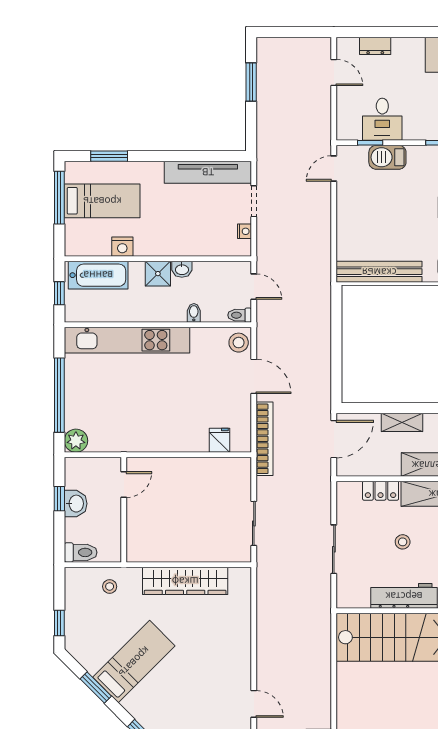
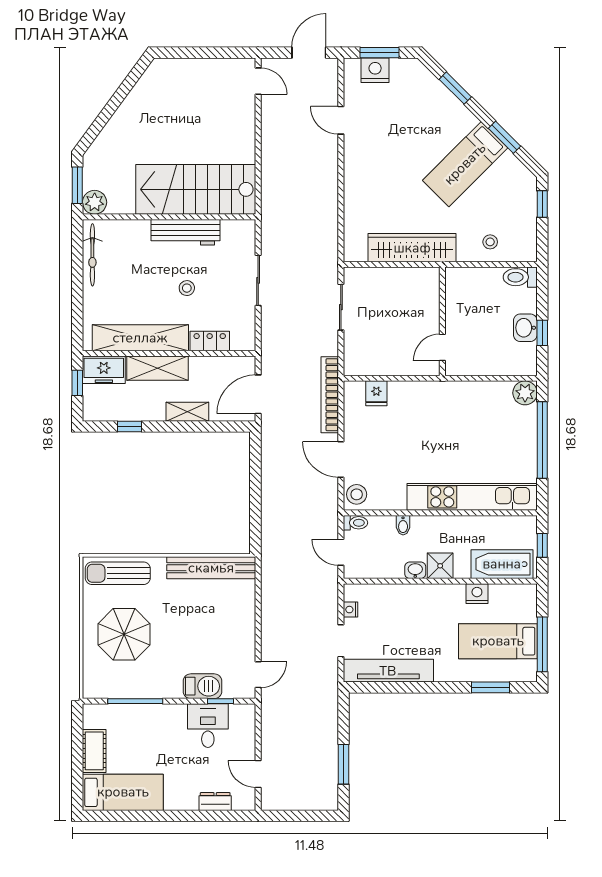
door: (124, 485) -> (442, 347), moved
wall: (124, 510) -> (442, 321), moved

